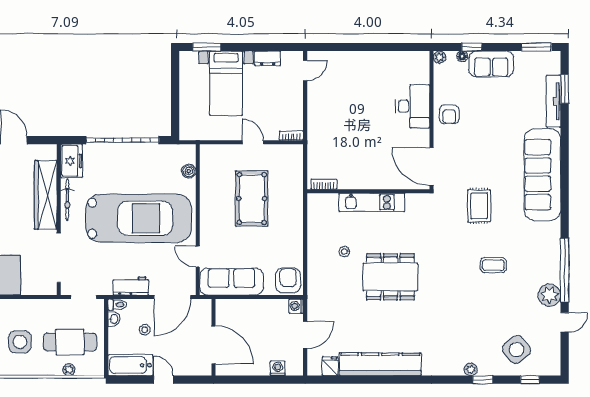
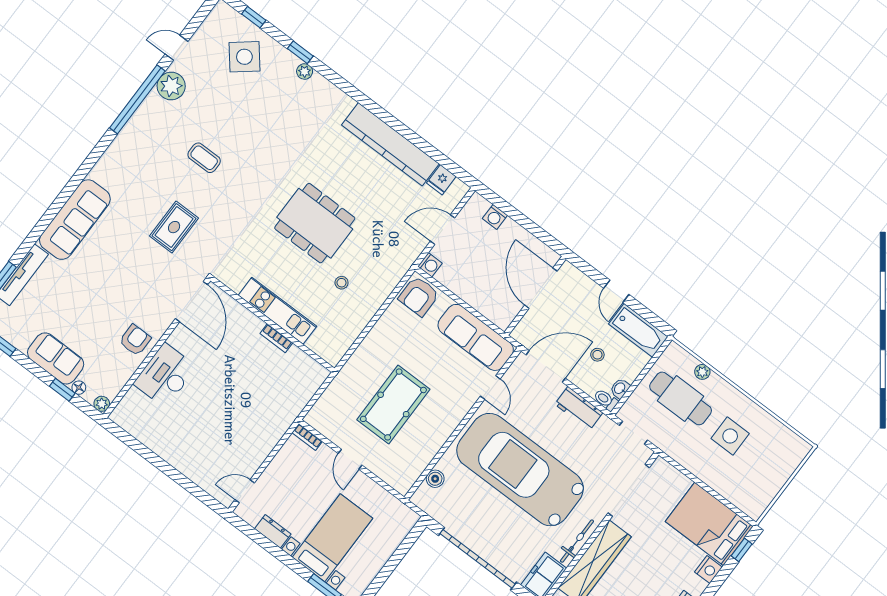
sofa: (542, 175) -> (75, 220), width x0.74, depth x0.79
bookcase: (324, 184) -> (276, 338), moved

